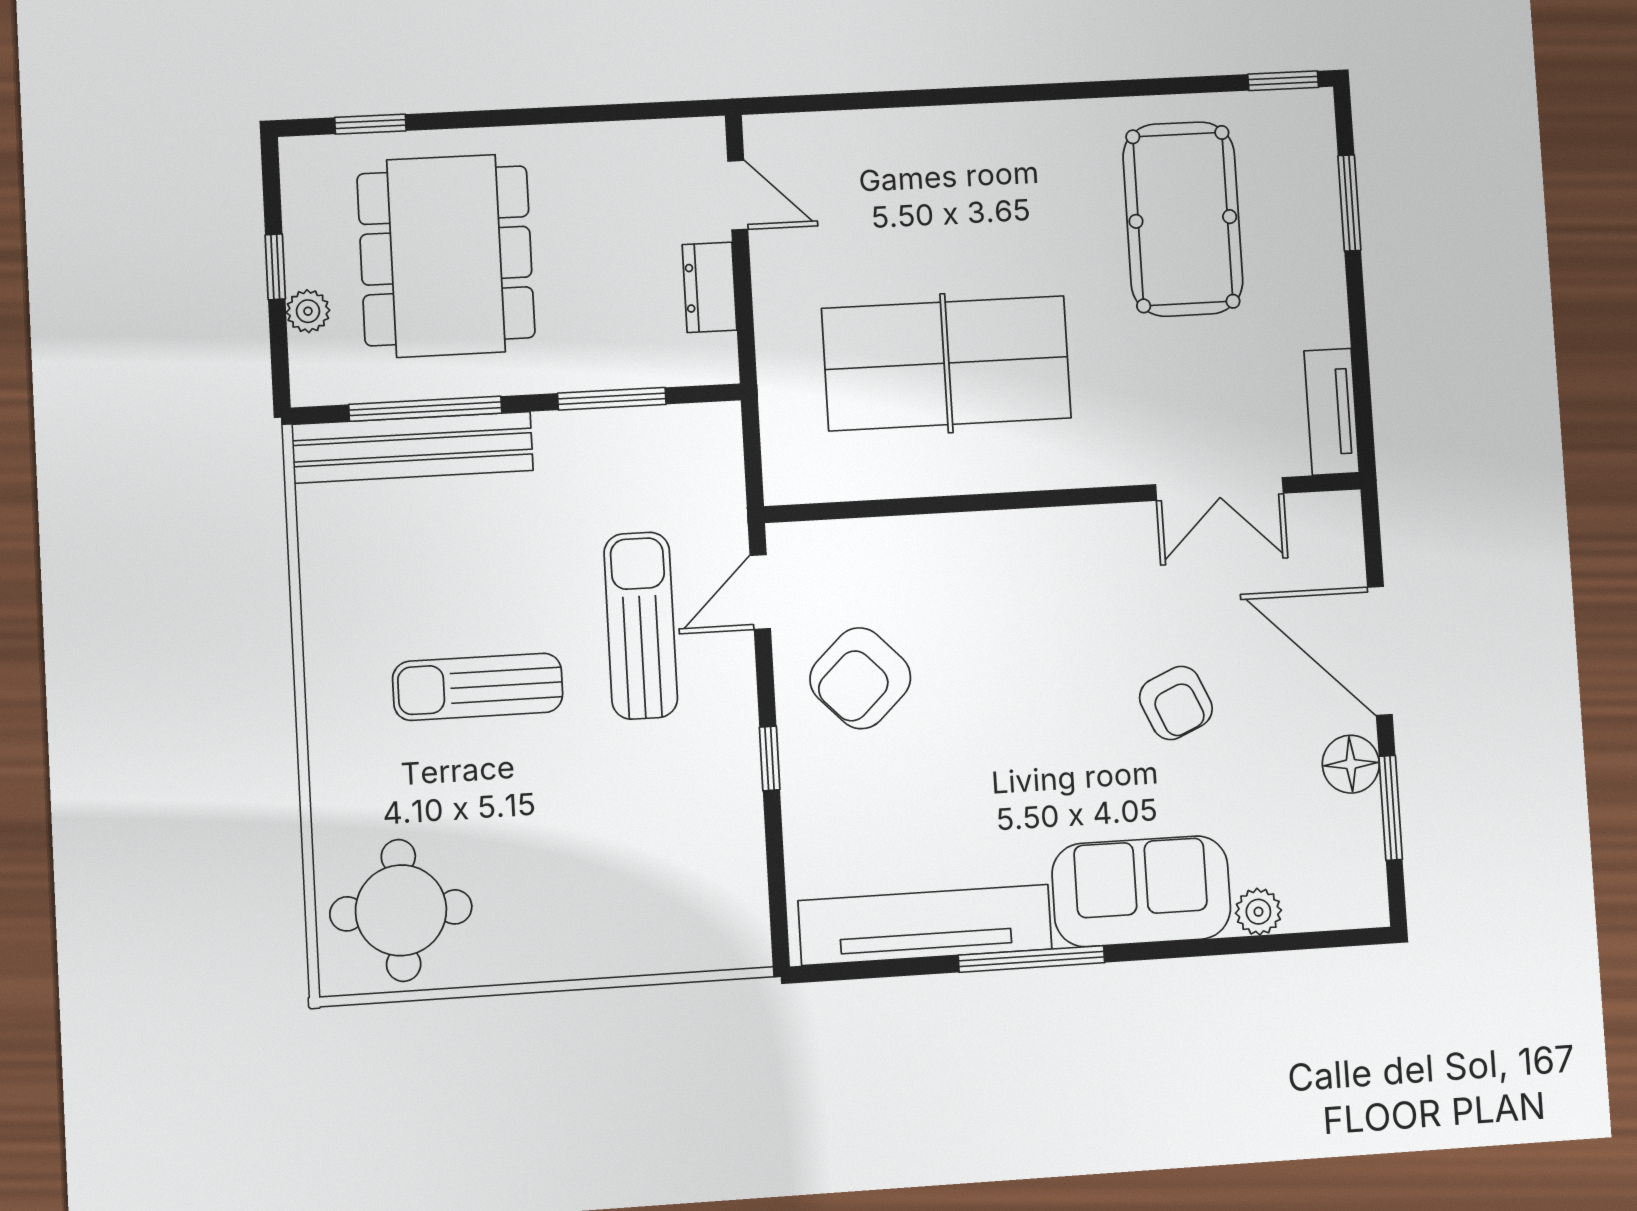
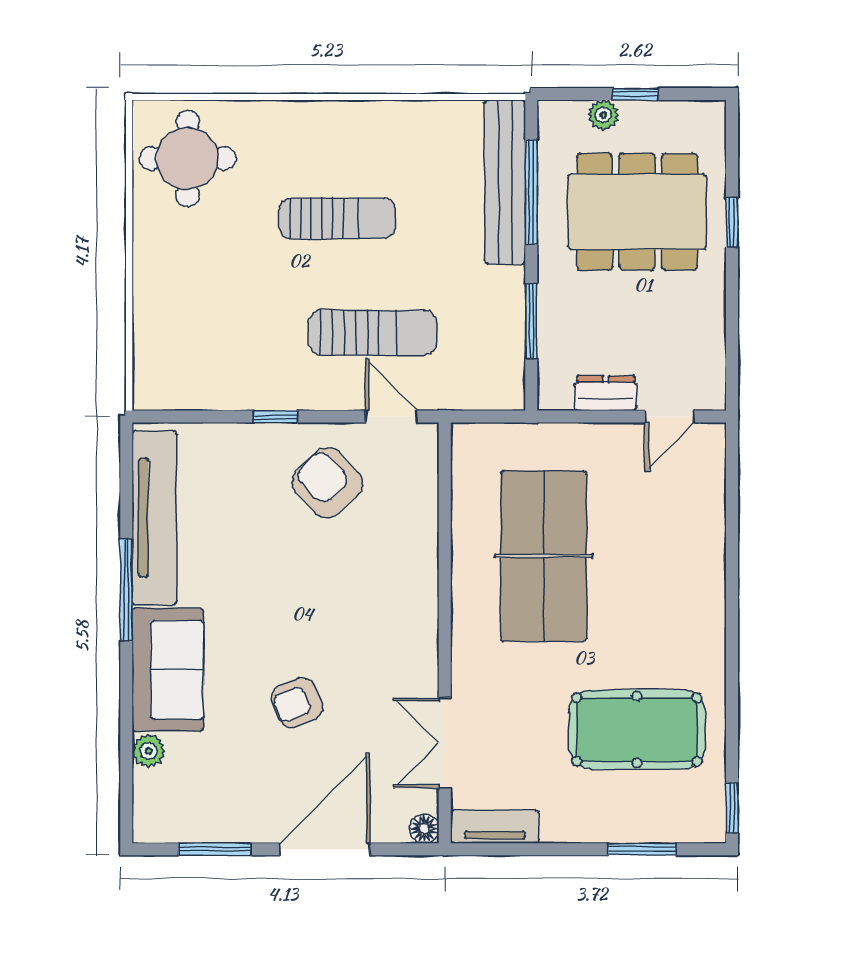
window: (370, 124) -> (732, 223), moved
sun lounger: (478, 687) -> (337, 218), turned 90
floor lamp: (1351, 764) -> (424, 829), moved, width x0.73, depth x0.73

